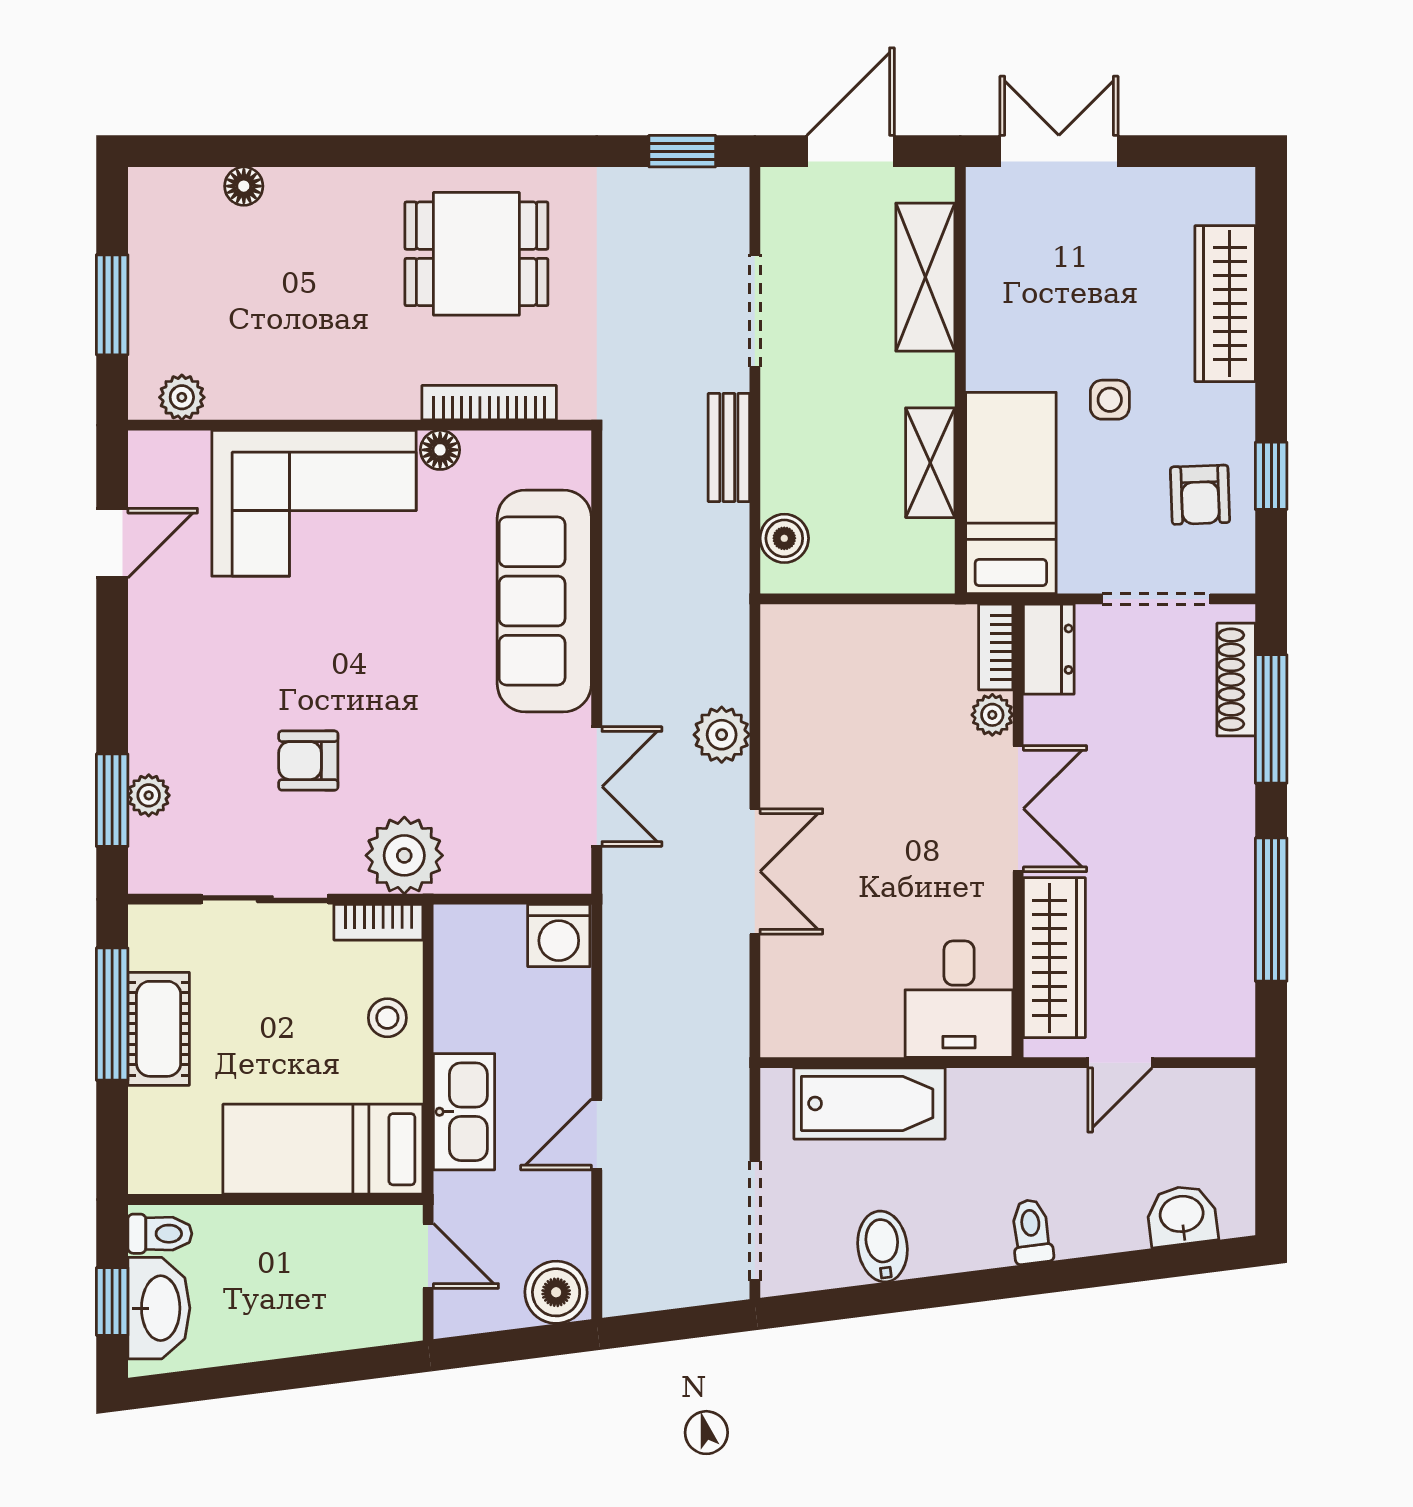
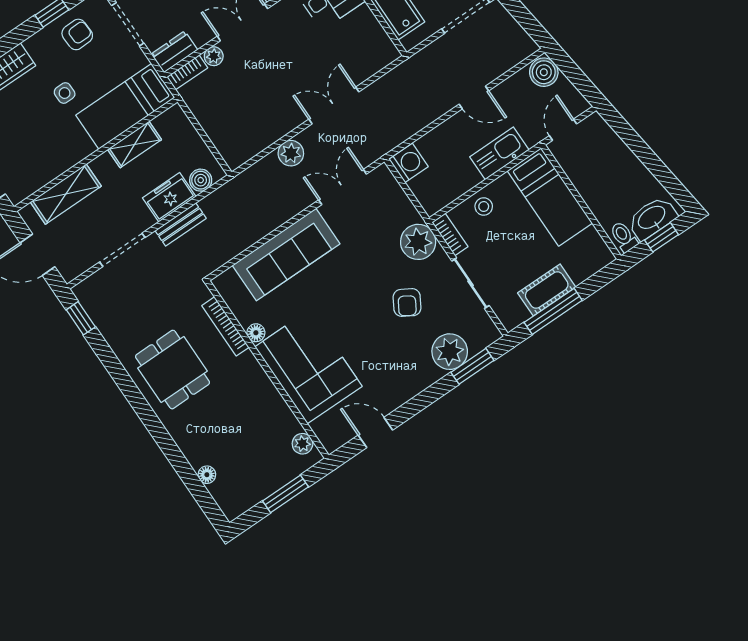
freezer: (792, 460) -> (169, 197), added
armchair: (308, 761) -> (407, 303), turned 31
plant: (149, 795) -> (450, 352), width x1.88, depth x1.88

